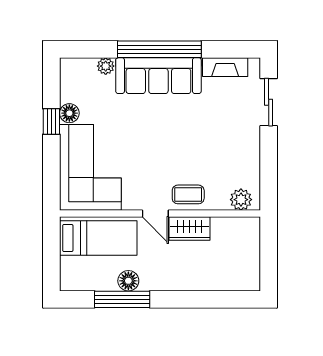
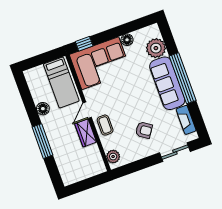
plant: (106, 66) -> (156, 48), width x1.88, depth x1.88
window: (51, 121) -> (84, 44), moved
armchair: (217, 138) -> (144, 130), added
window: (122, 299) -> (42, 141), moved

